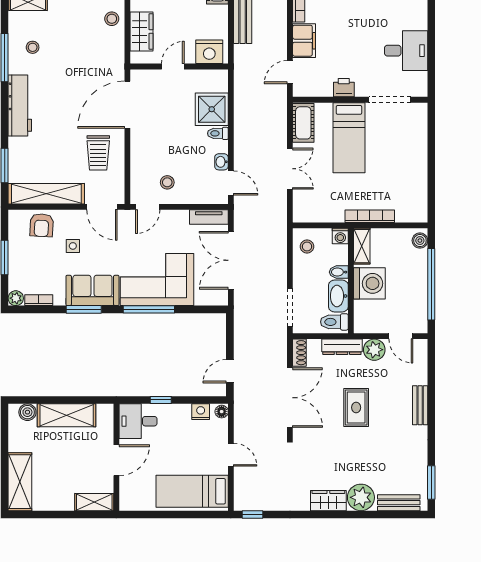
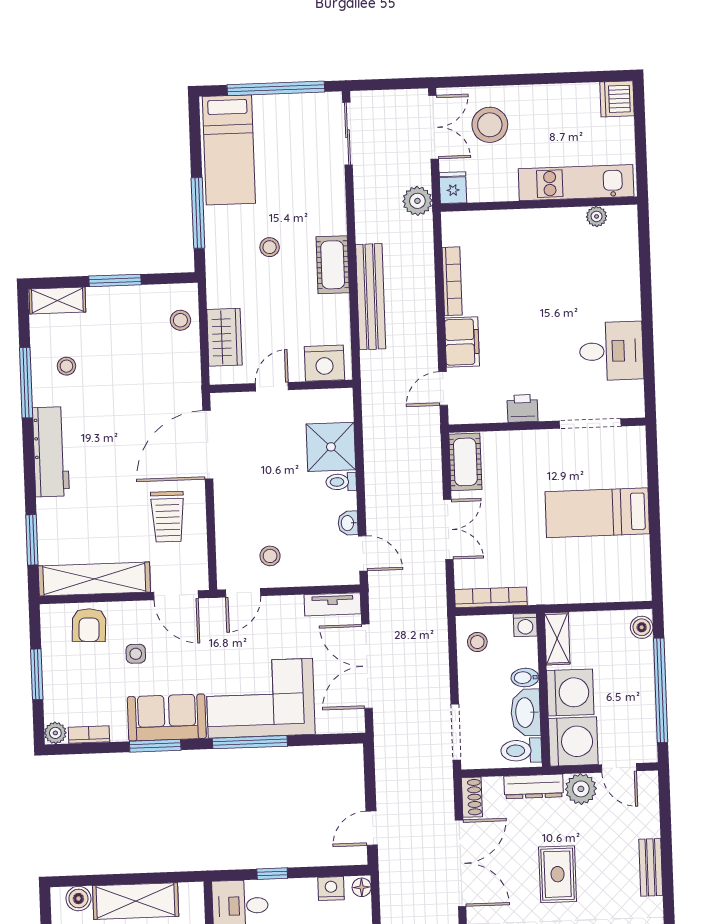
bed: (349, 138) -> (597, 513), moved, turned 90
bookcase: (370, 216) -> (491, 597), moved
washing machine: (370, 317) -> (573, 741), added

